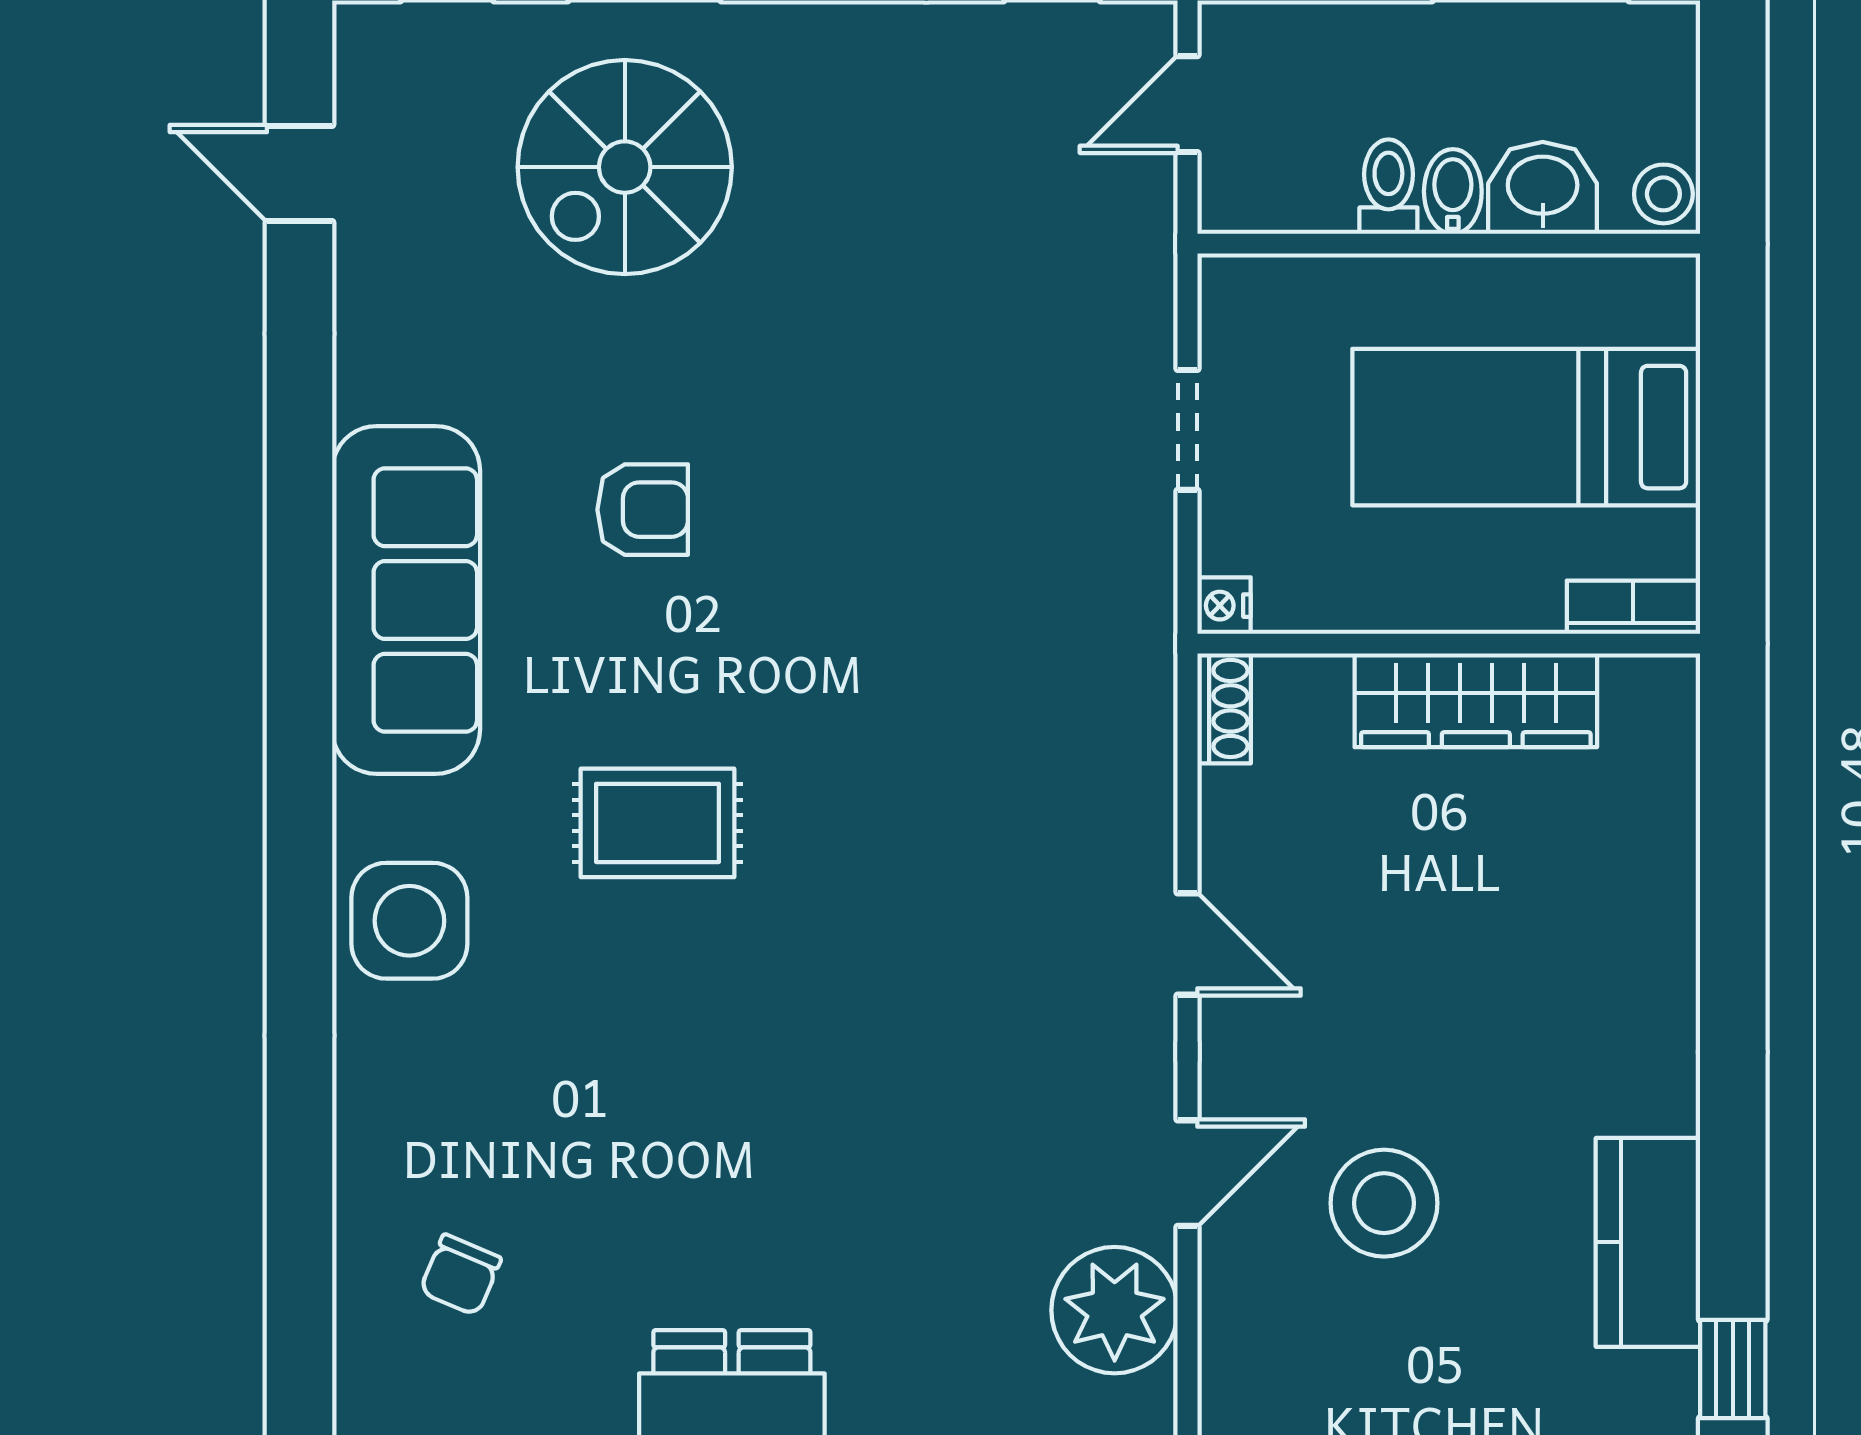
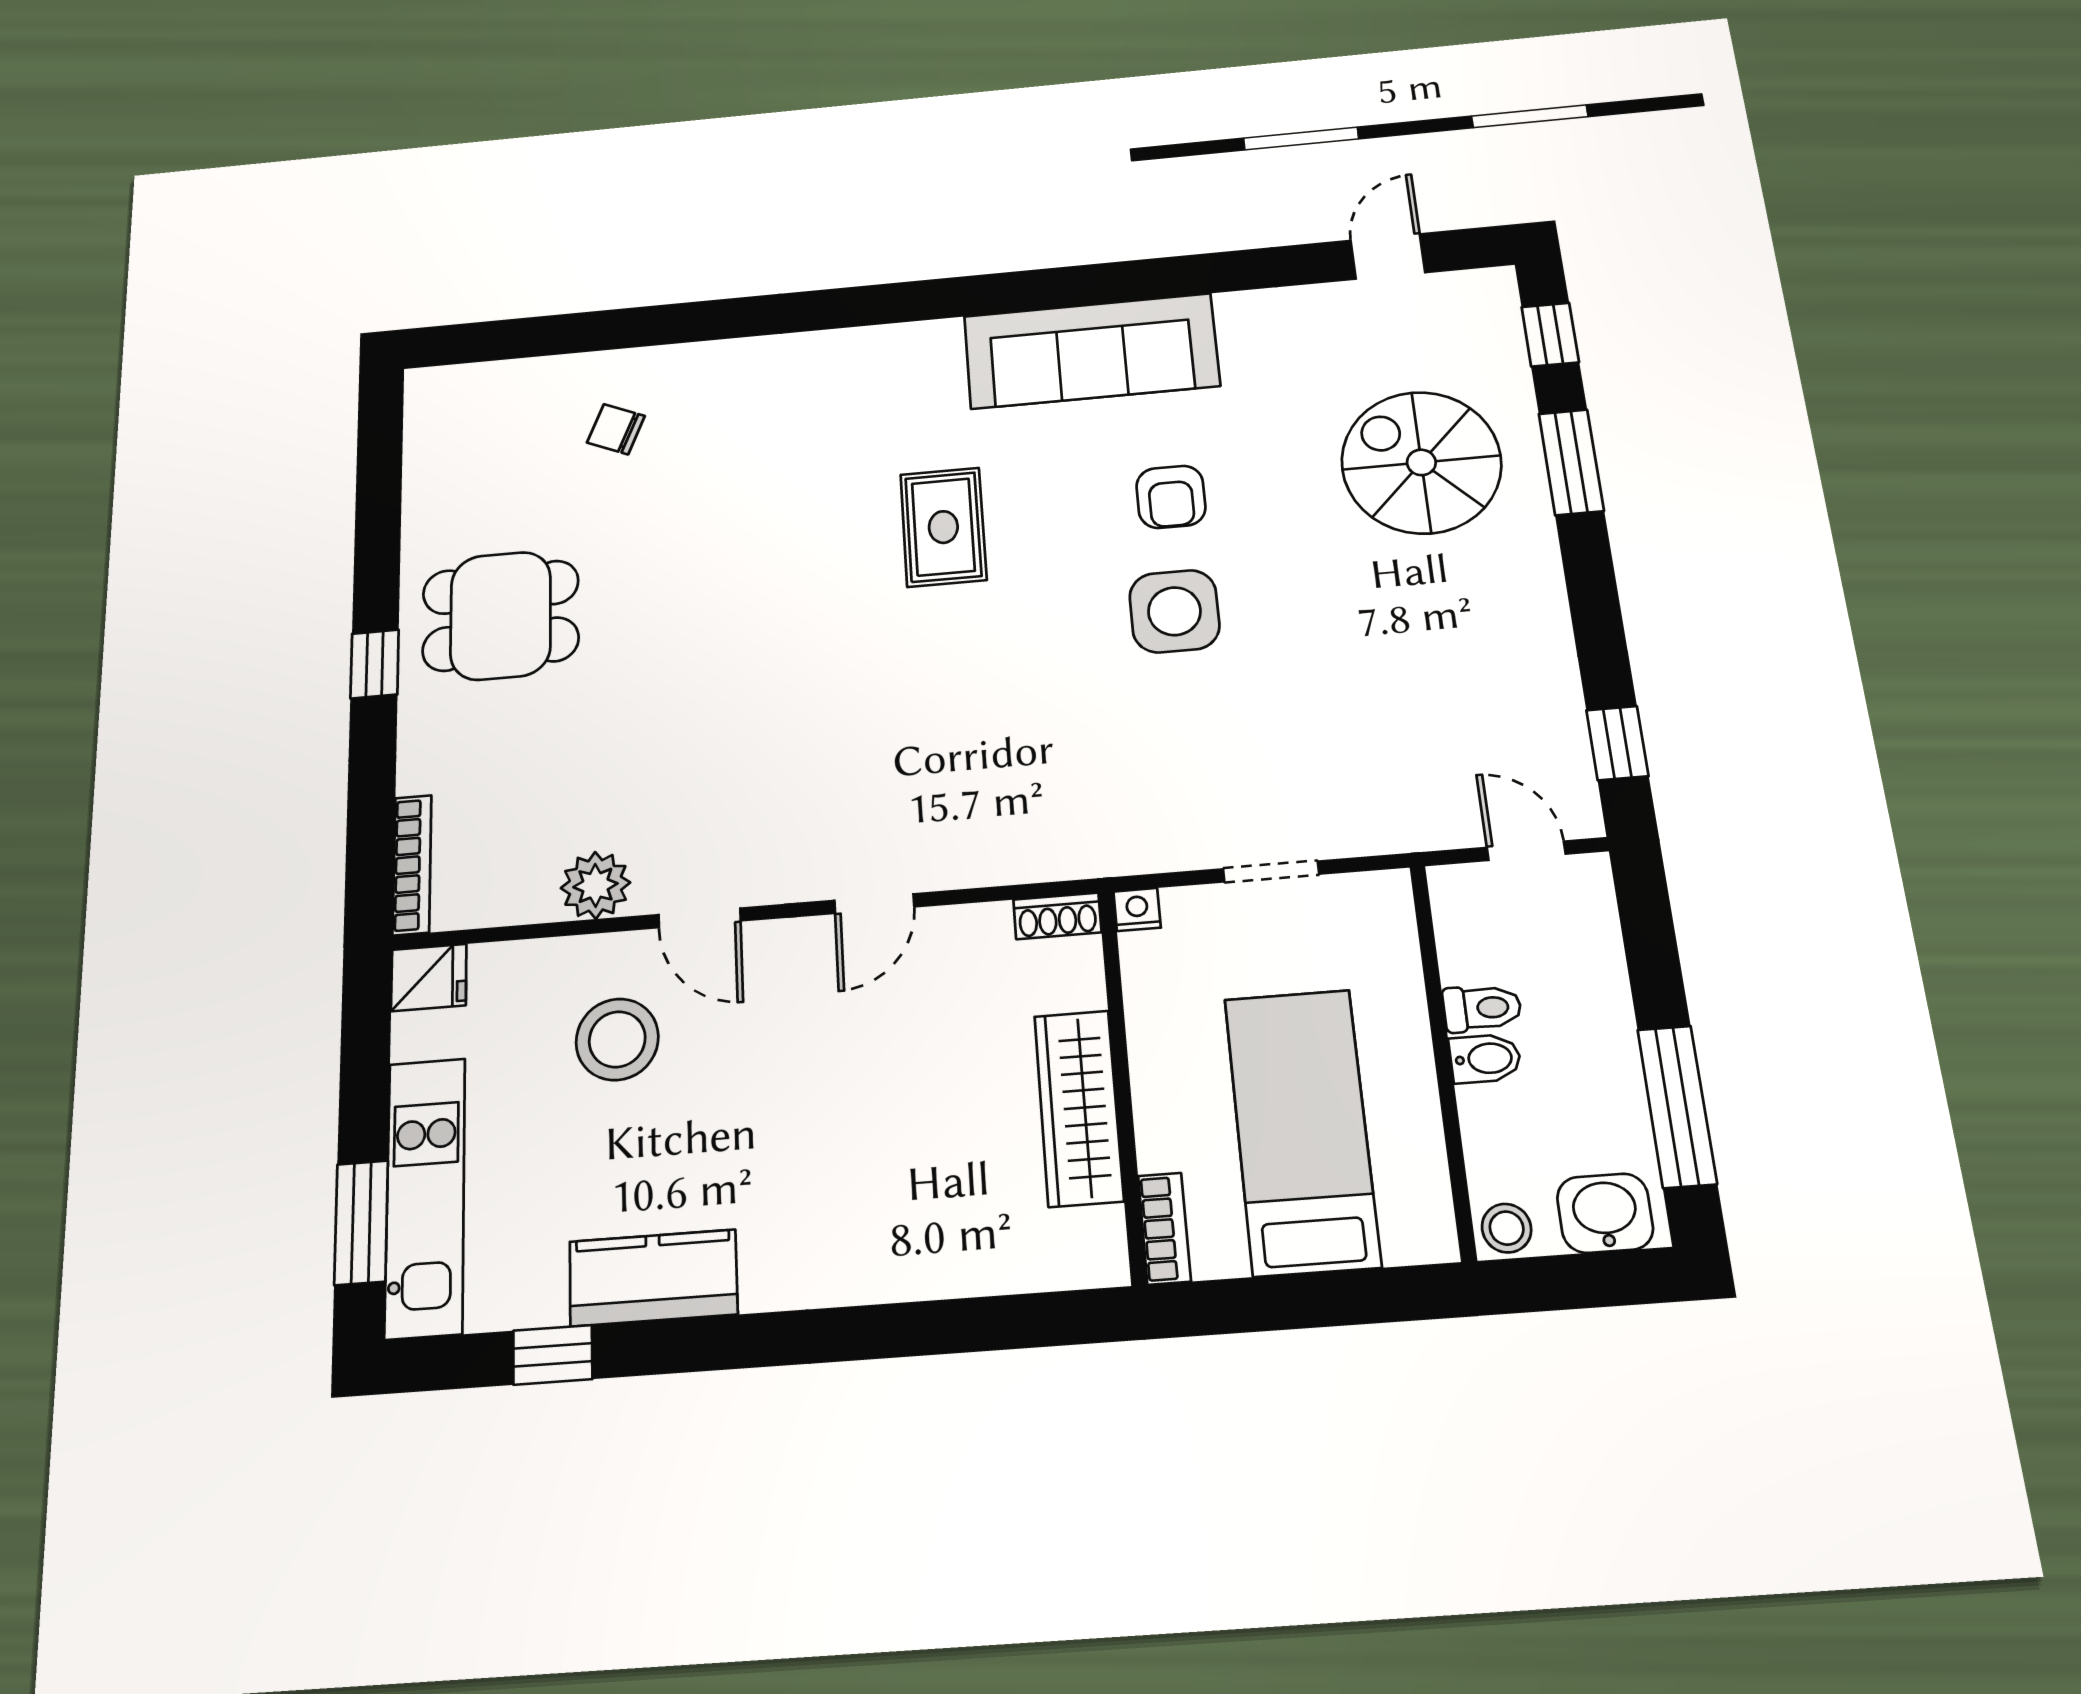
washbasin: (1543, 188) -> (1605, 1213), moved, turned -90
side table: (409, 921) -> (1174, 611), moved
stool: (1384, 1203) -> (617, 1039), moved
plant: (1115, 1310) -> (595, 885), width x0.73, depth x0.73

